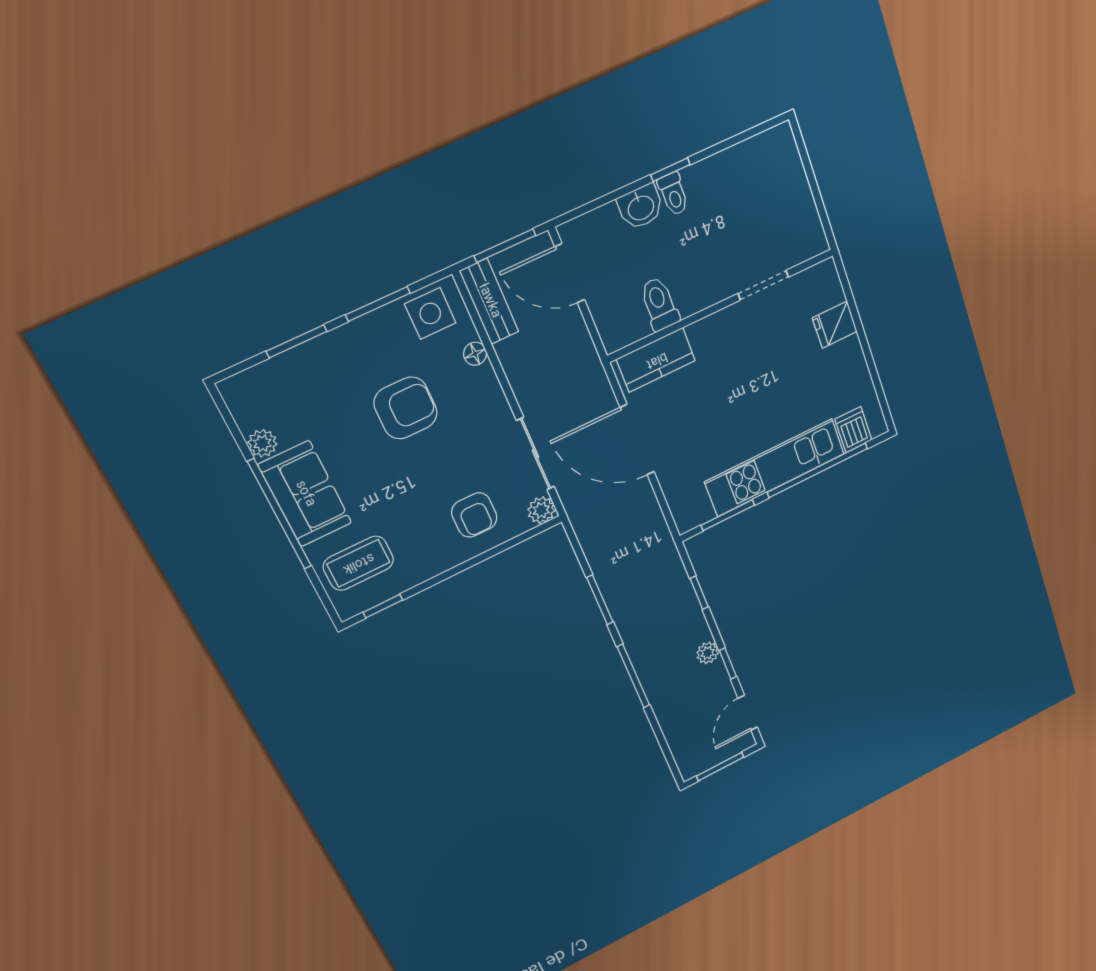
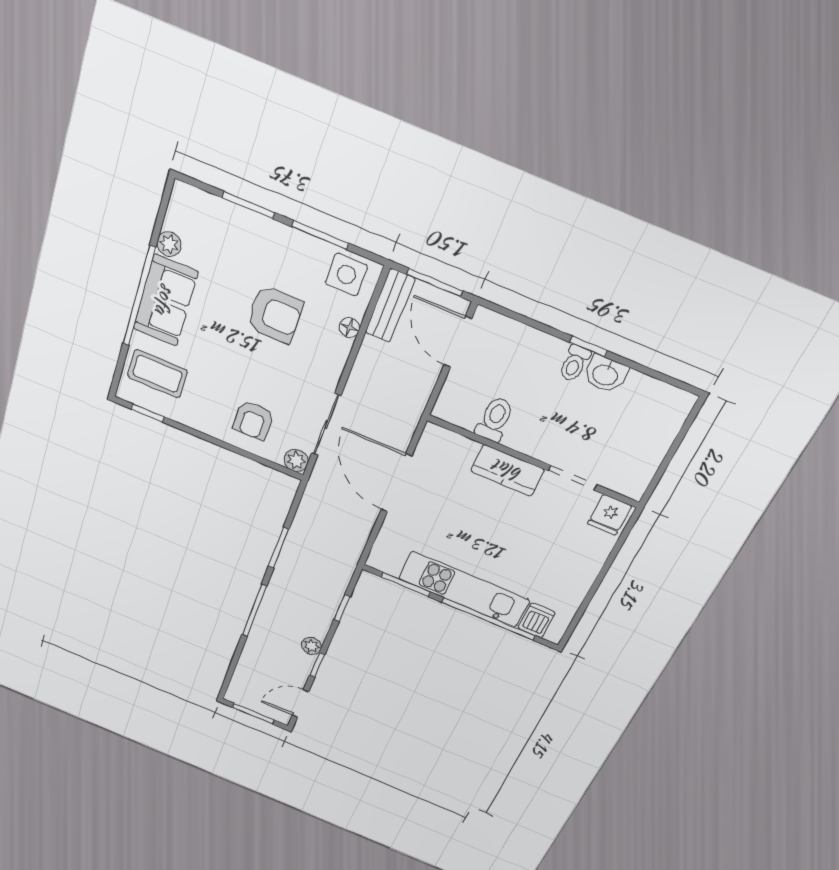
washbasin: (641, 207) -> (605, 374), moved
fridge: (835, 325) -> (610, 515), moved, turned -90
kitchen counter: (656, 360) -> (507, 470), moved

